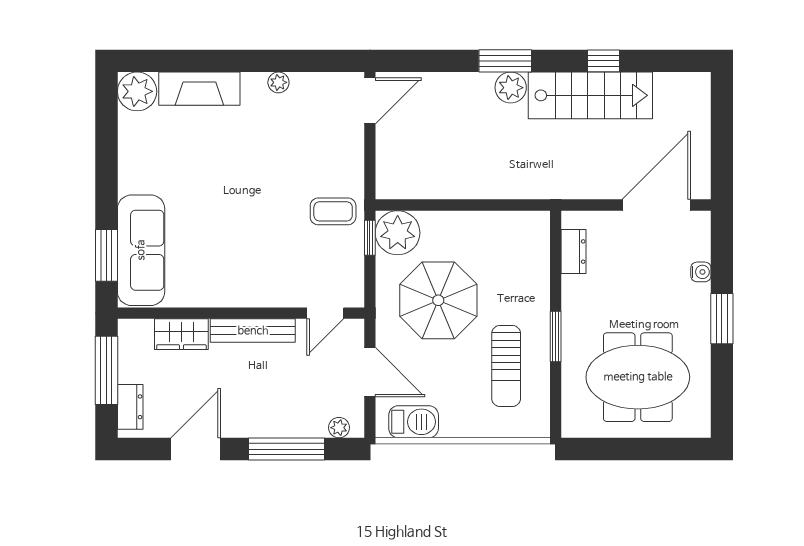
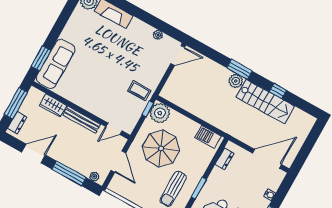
plant: (278, 82) -> (158, 35), moved
barbecue: (414, 422) -> (208, 137), moved, turned 180

